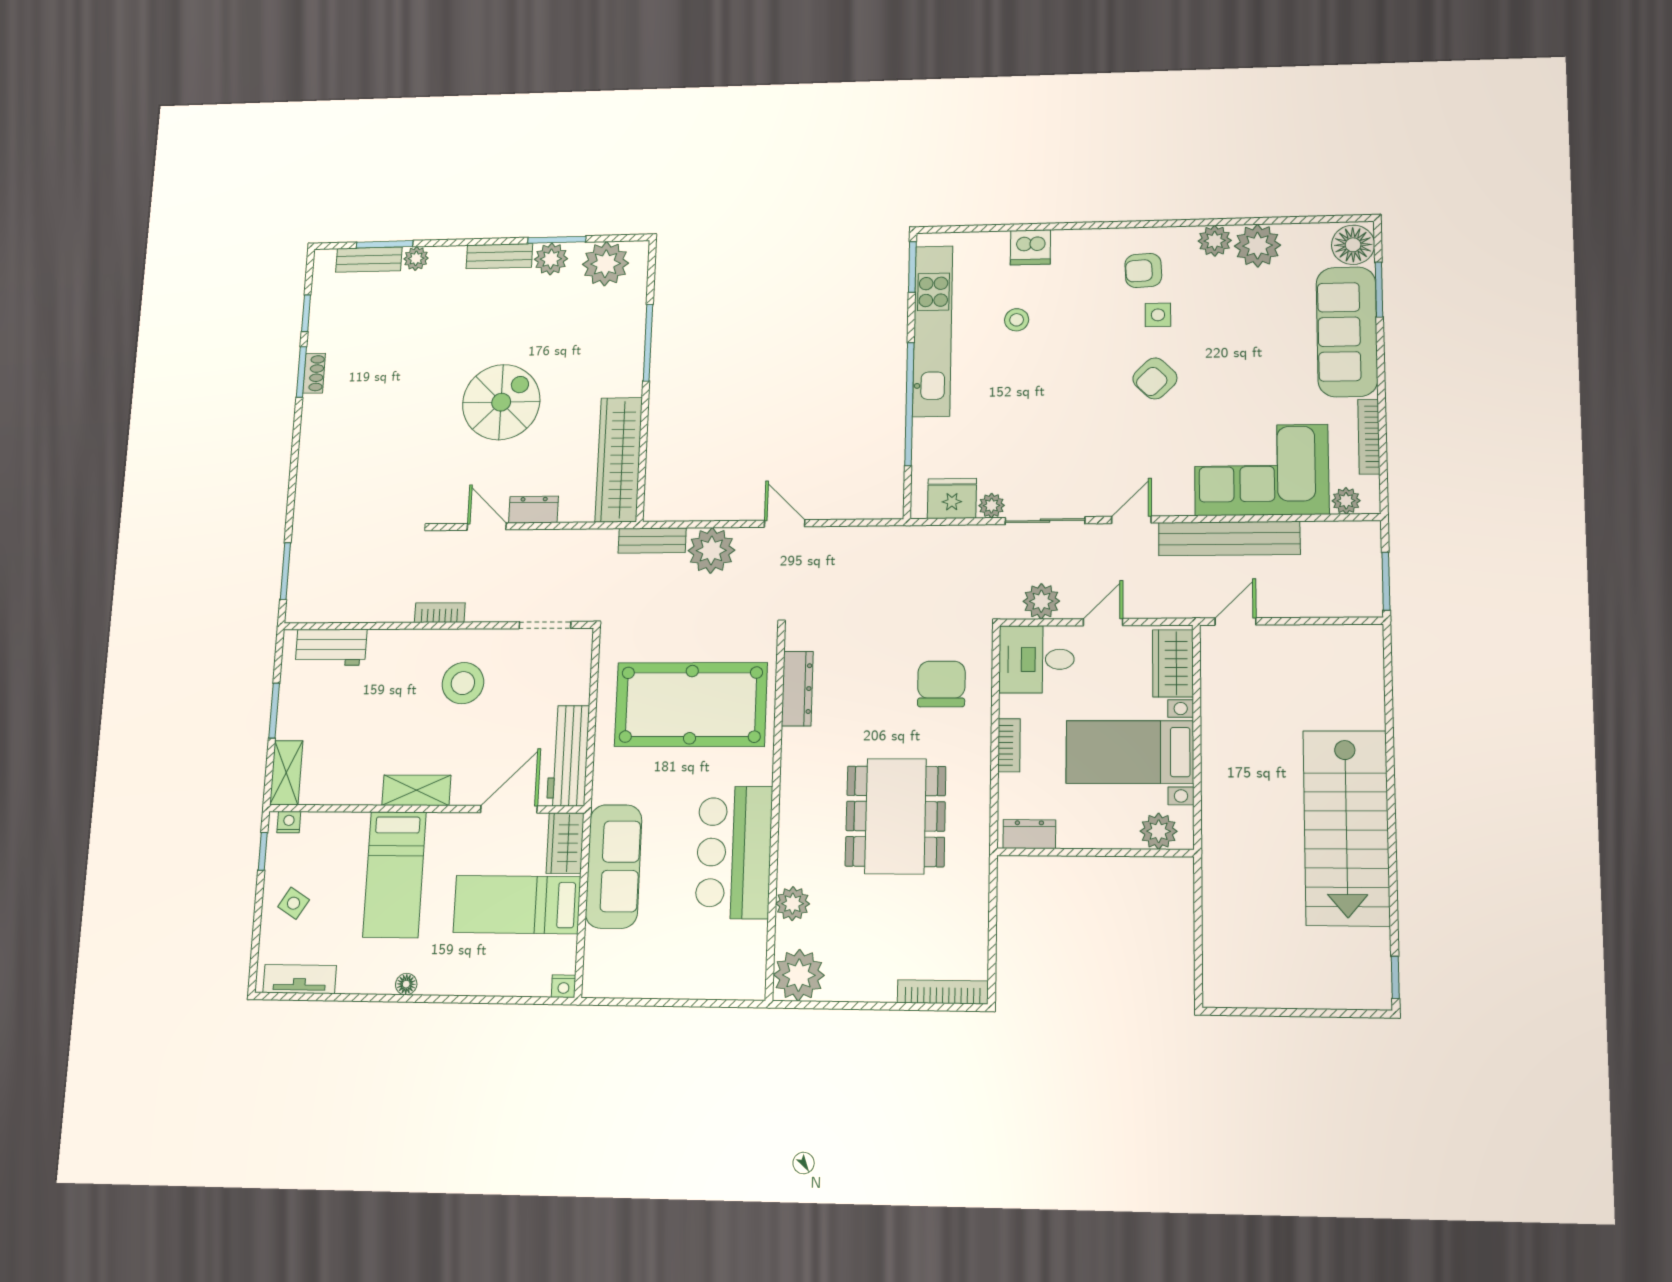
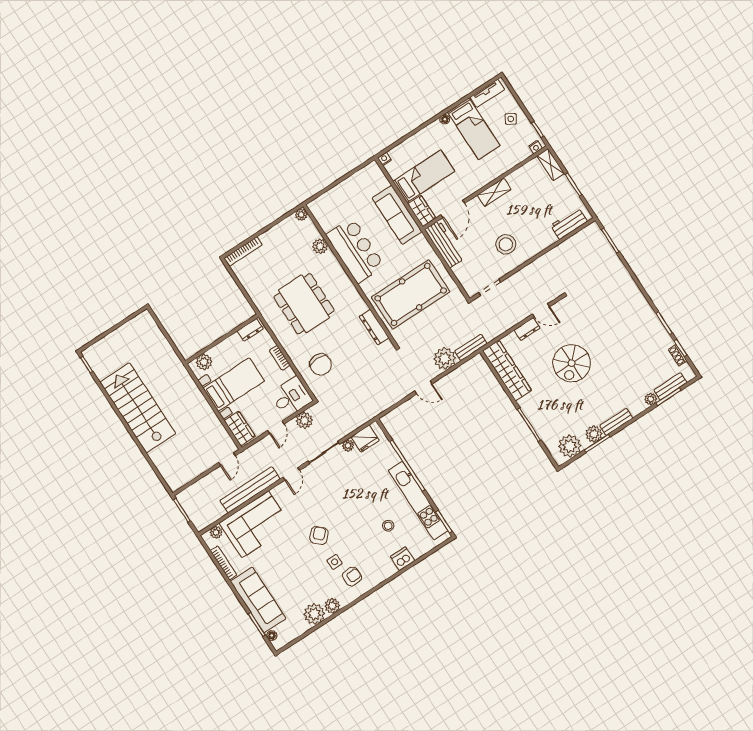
floor lamp: (1353, 245) -> (272, 636), width x0.53, depth x0.53
shoe rack: (314, 373) -> (678, 355), moved
bookcase: (440, 613) -> (535, 265), removed
bed: (394, 874) -> (474, 129), moved, turned 180
plant: (799, 975) -> (301, 215), width x0.53, depth x0.53

